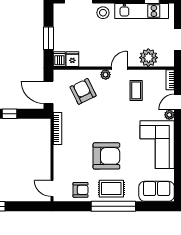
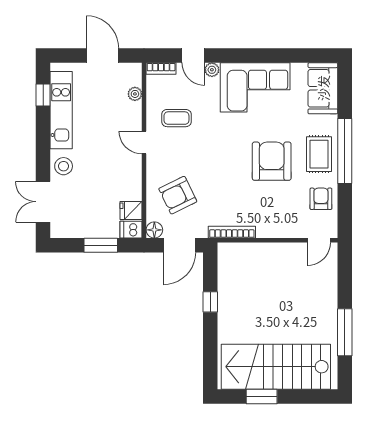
plant: (148, 58) -> (135, 94), width x0.53, depth x0.53
floor lamp: (59, 75) -> (154, 230), added
plant: (106, 75) -> (154, 163), removed

